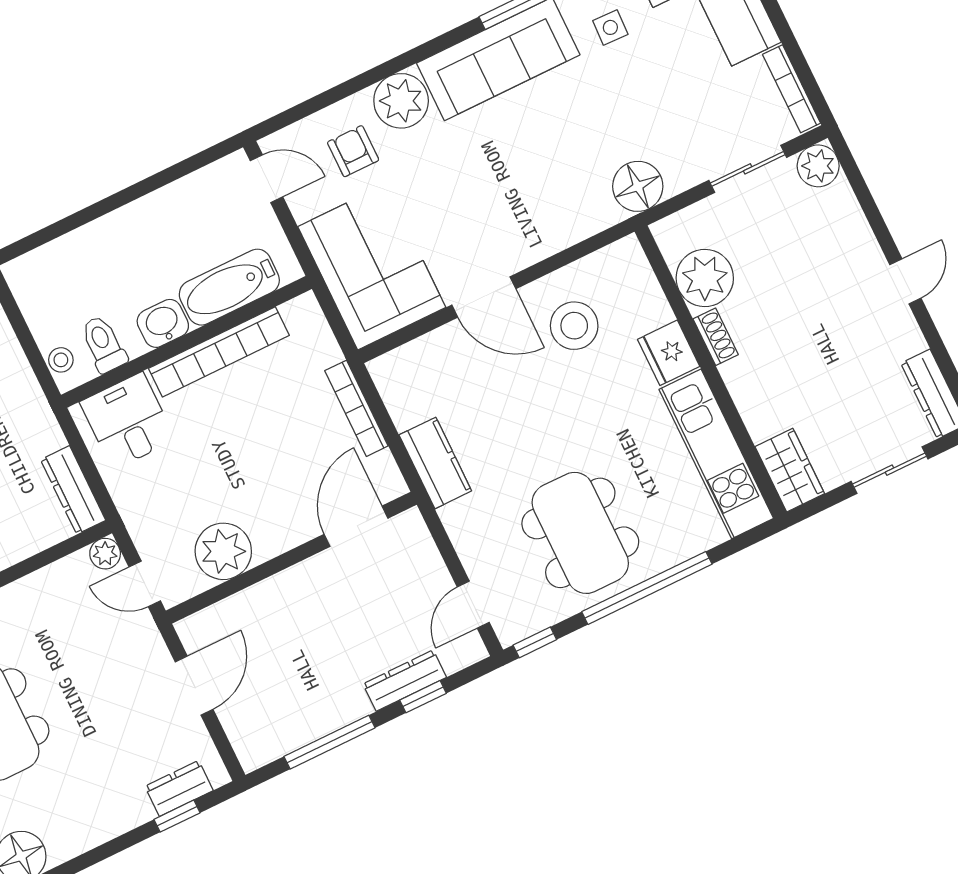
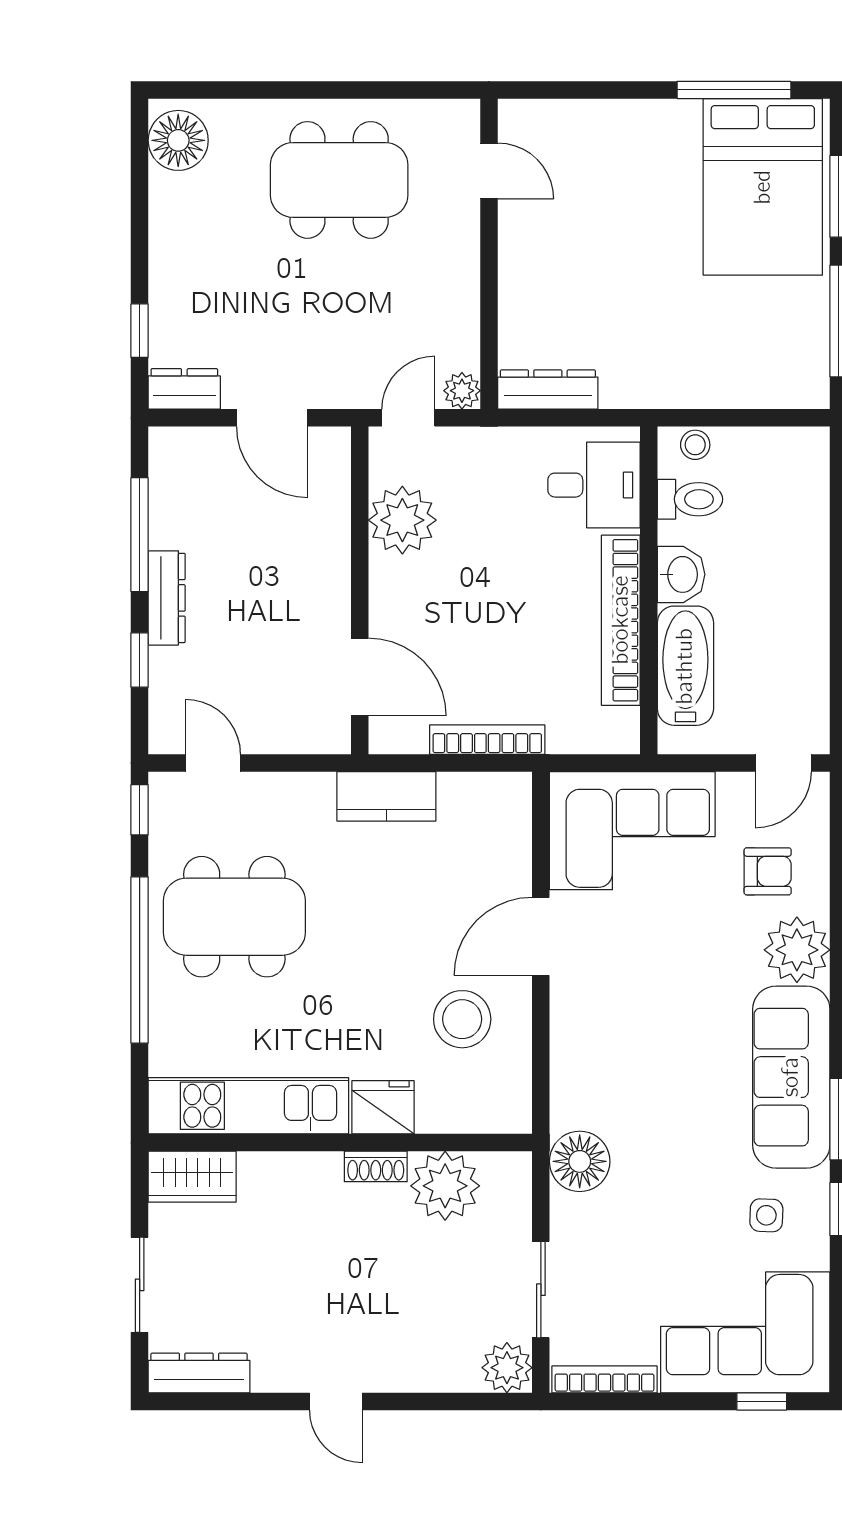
dresser: (405, 681) -> (167, 598), moved
dresser: (179, 788) -> (184, 389), moved, turned -90

